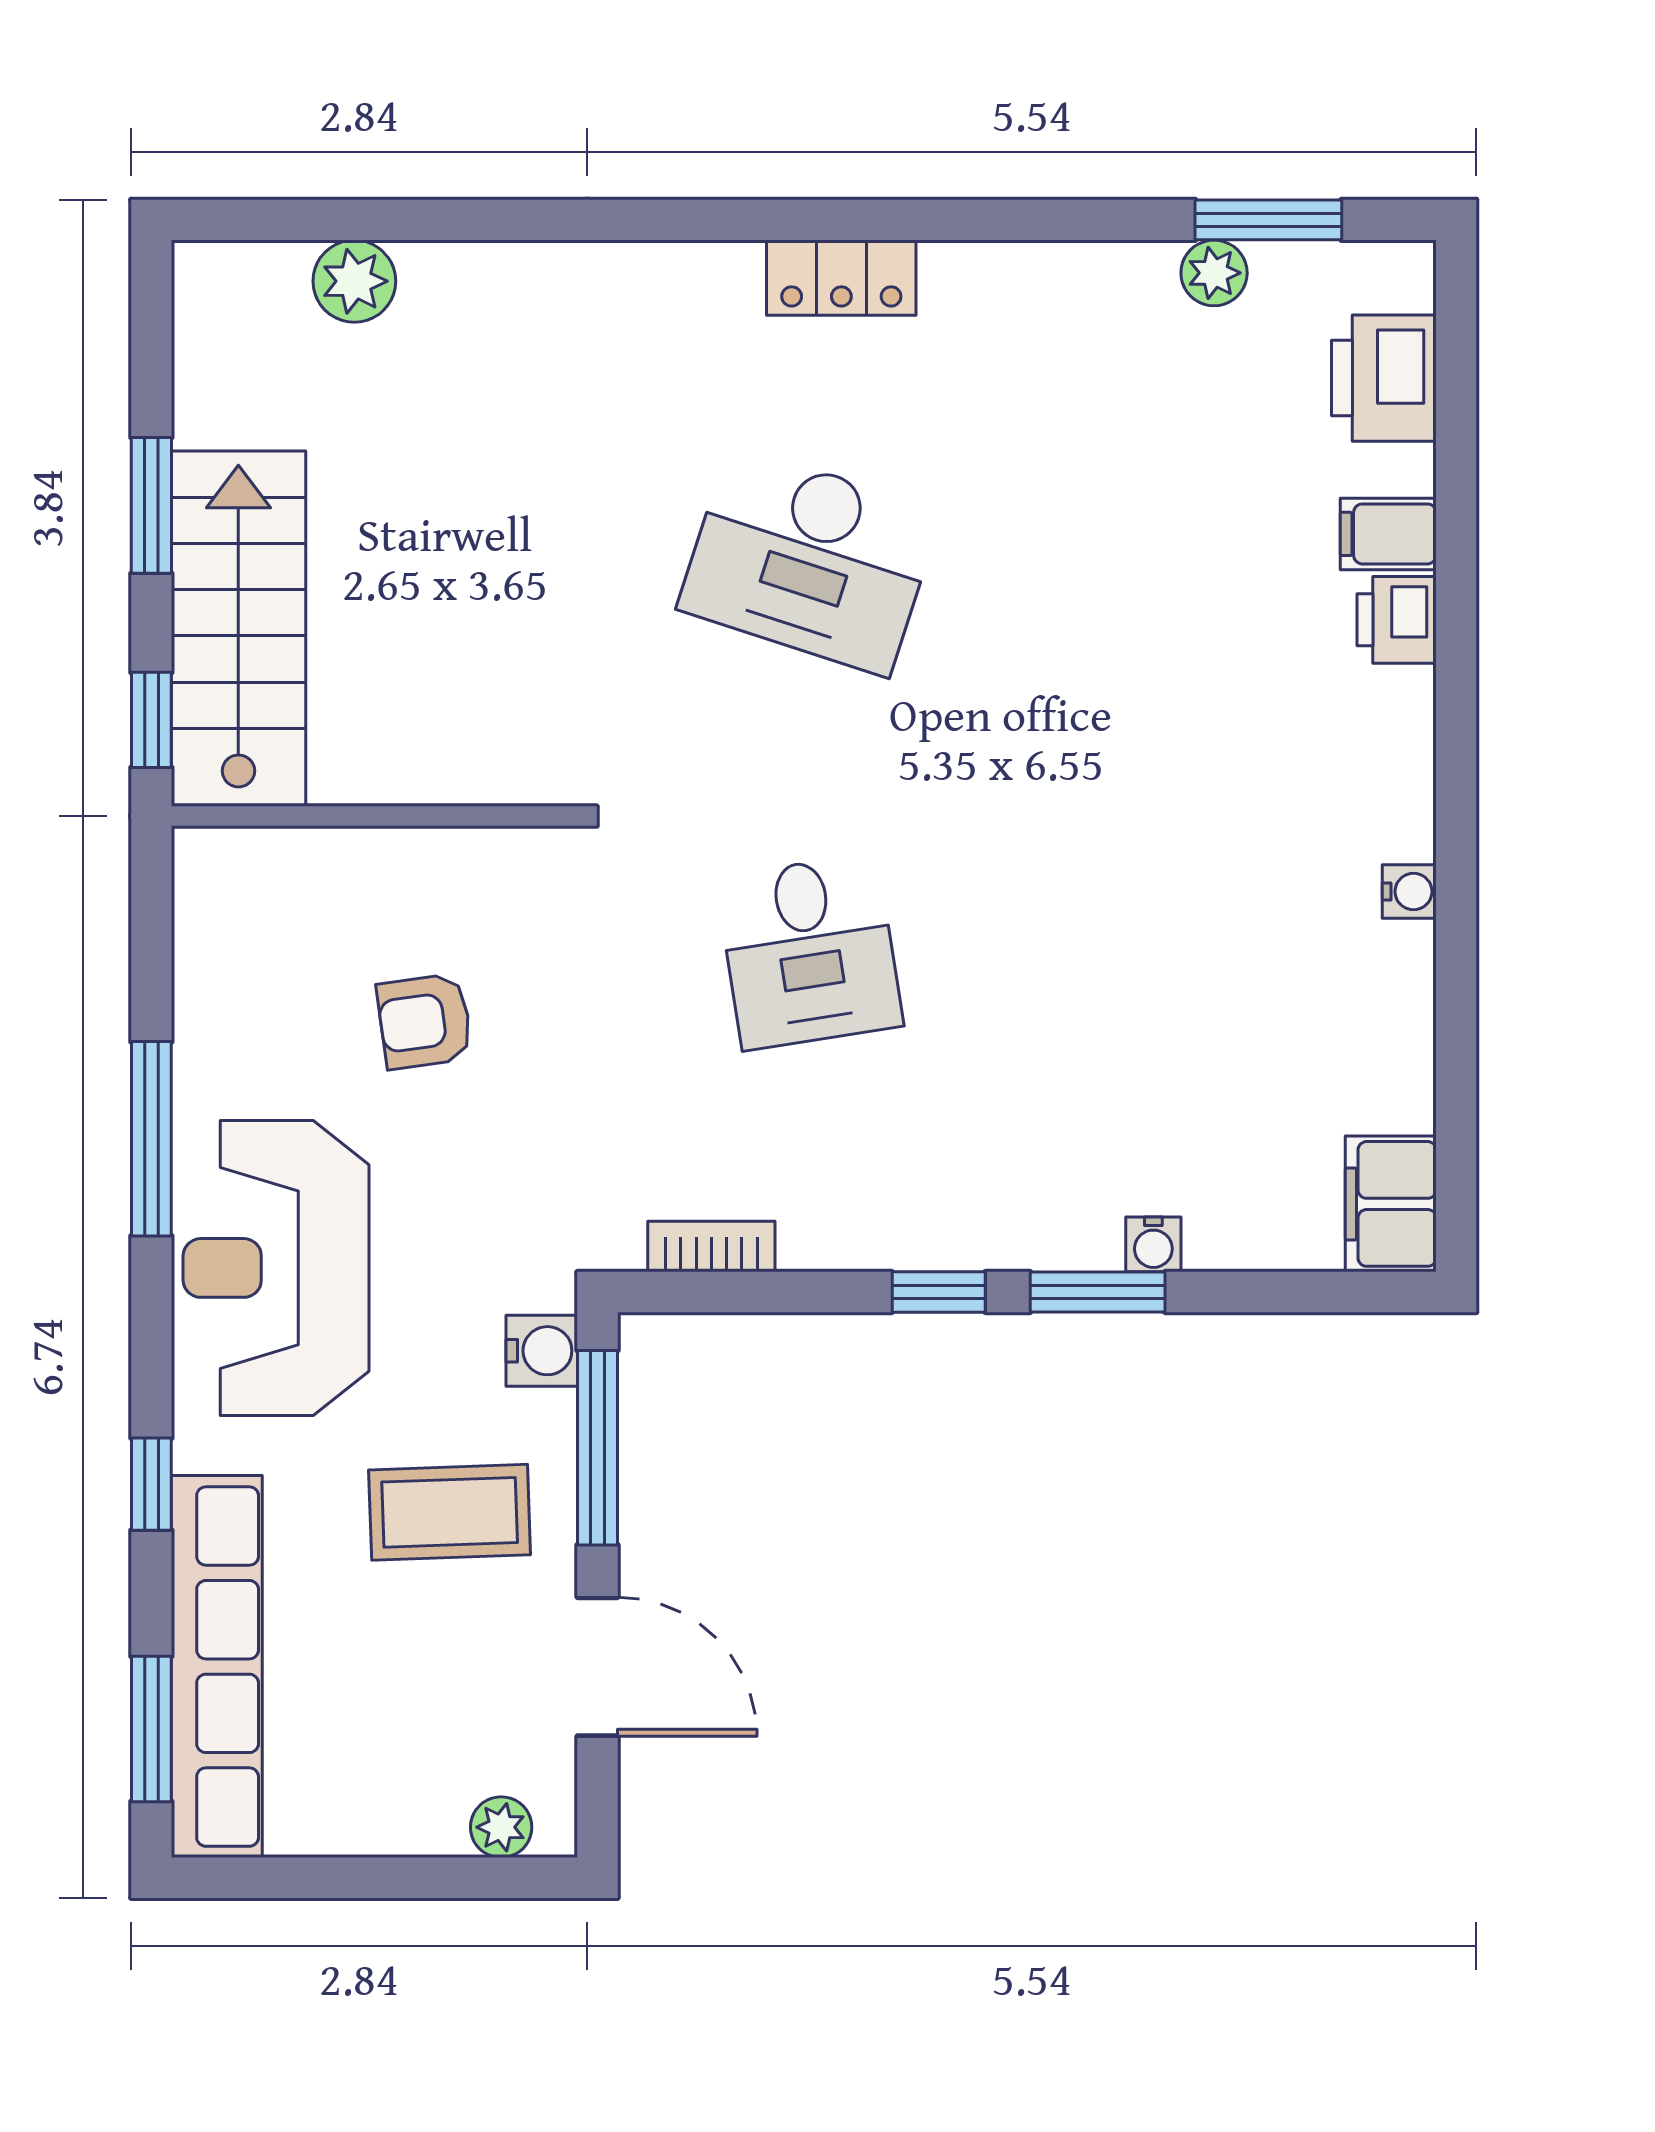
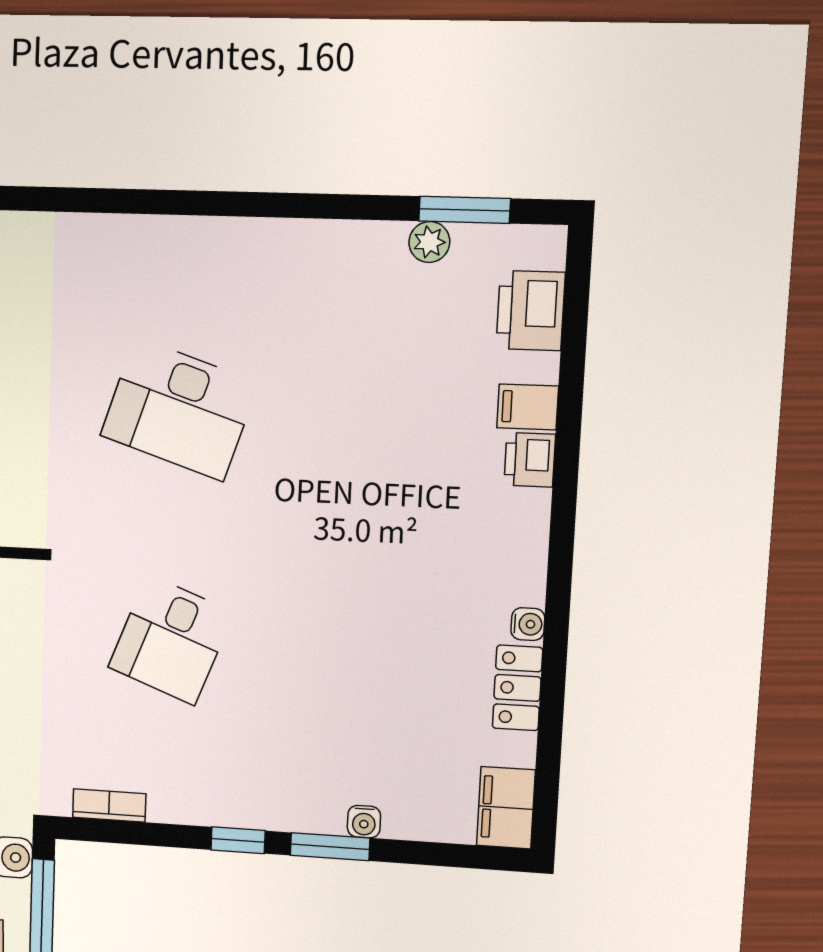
locker: (841, 278) -> (517, 688), moved, turned 90
desk: (809, 952) -> (171, 640), turned 30

